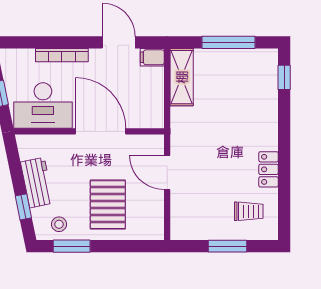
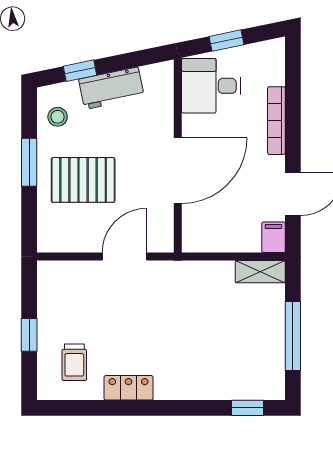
shelving: (182, 77) -> (260, 272), width x0.67, depth x0.75
desk: (43, 105) -> (211, 86), width x0.73
window: (72, 246) -> (29, 162), moved
window: (228, 246) -> (29, 335), width x0.67

